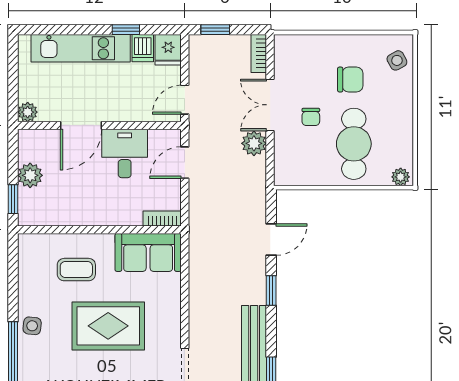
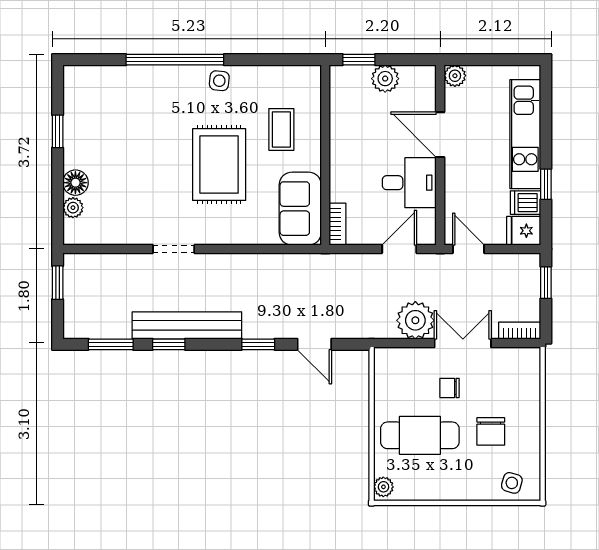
side table: (397, 60) -> (512, 483), turned 45
plant: (254, 143) -> (415, 320), width x1.36, depth x1.36
door: (185, 163) -> (399, 249), hinge flipped

